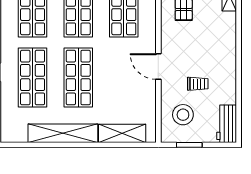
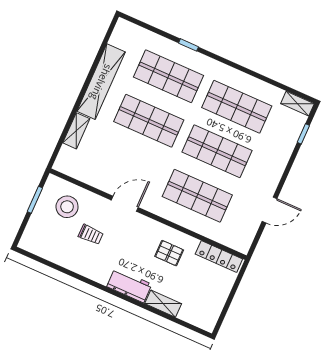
trolley: (198, 84) -> (91, 235), turned -90
workbench: (227, 124) -> (129, 285), moved
shelving: (122, 133) -> (76, 131), width x0.67, depth x0.75

